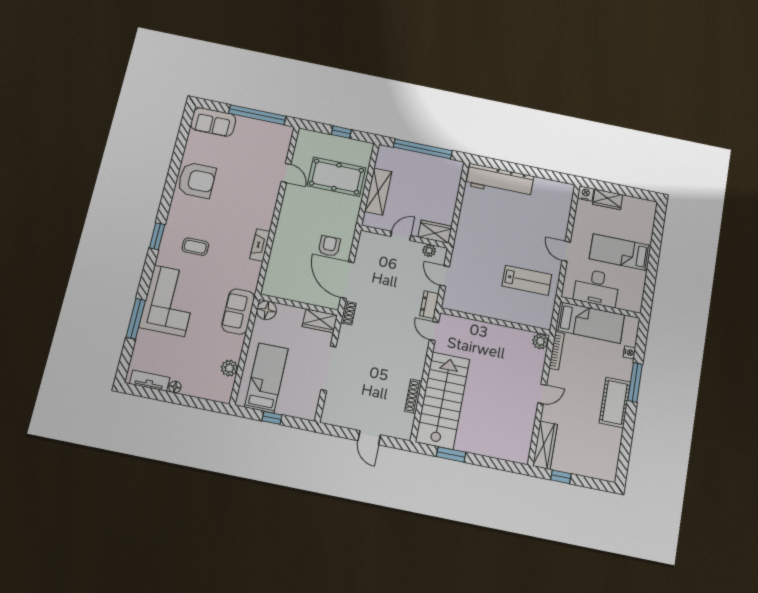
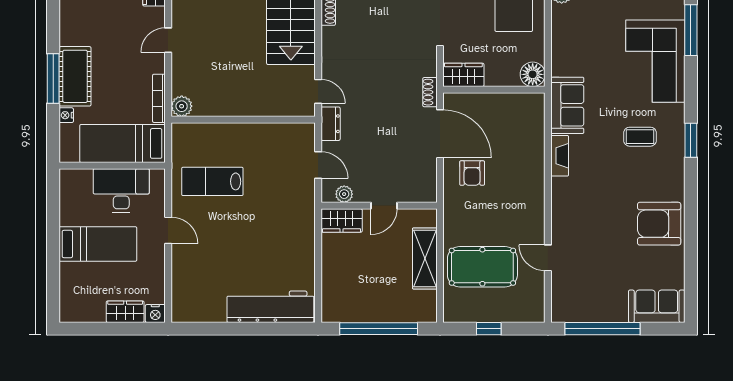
sofa: (238, 311) -> (567, 105), moved
cot: (615, 402) -> (75, 76), moved

